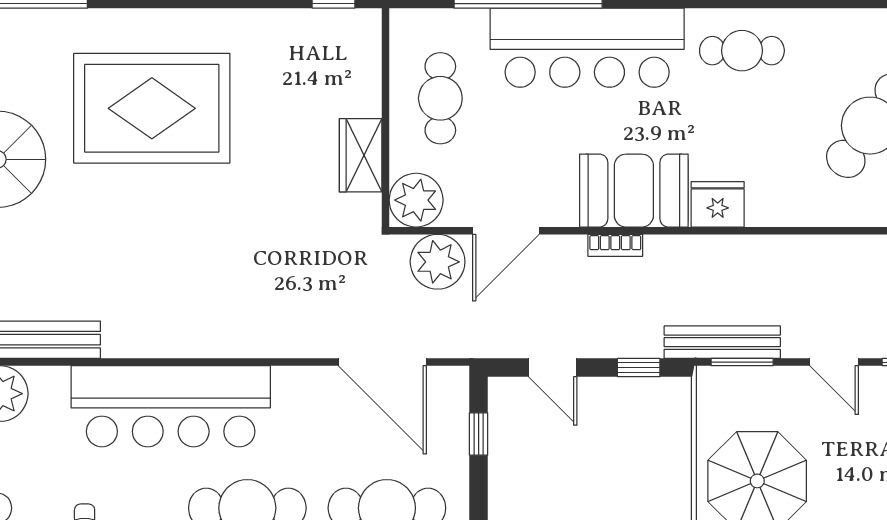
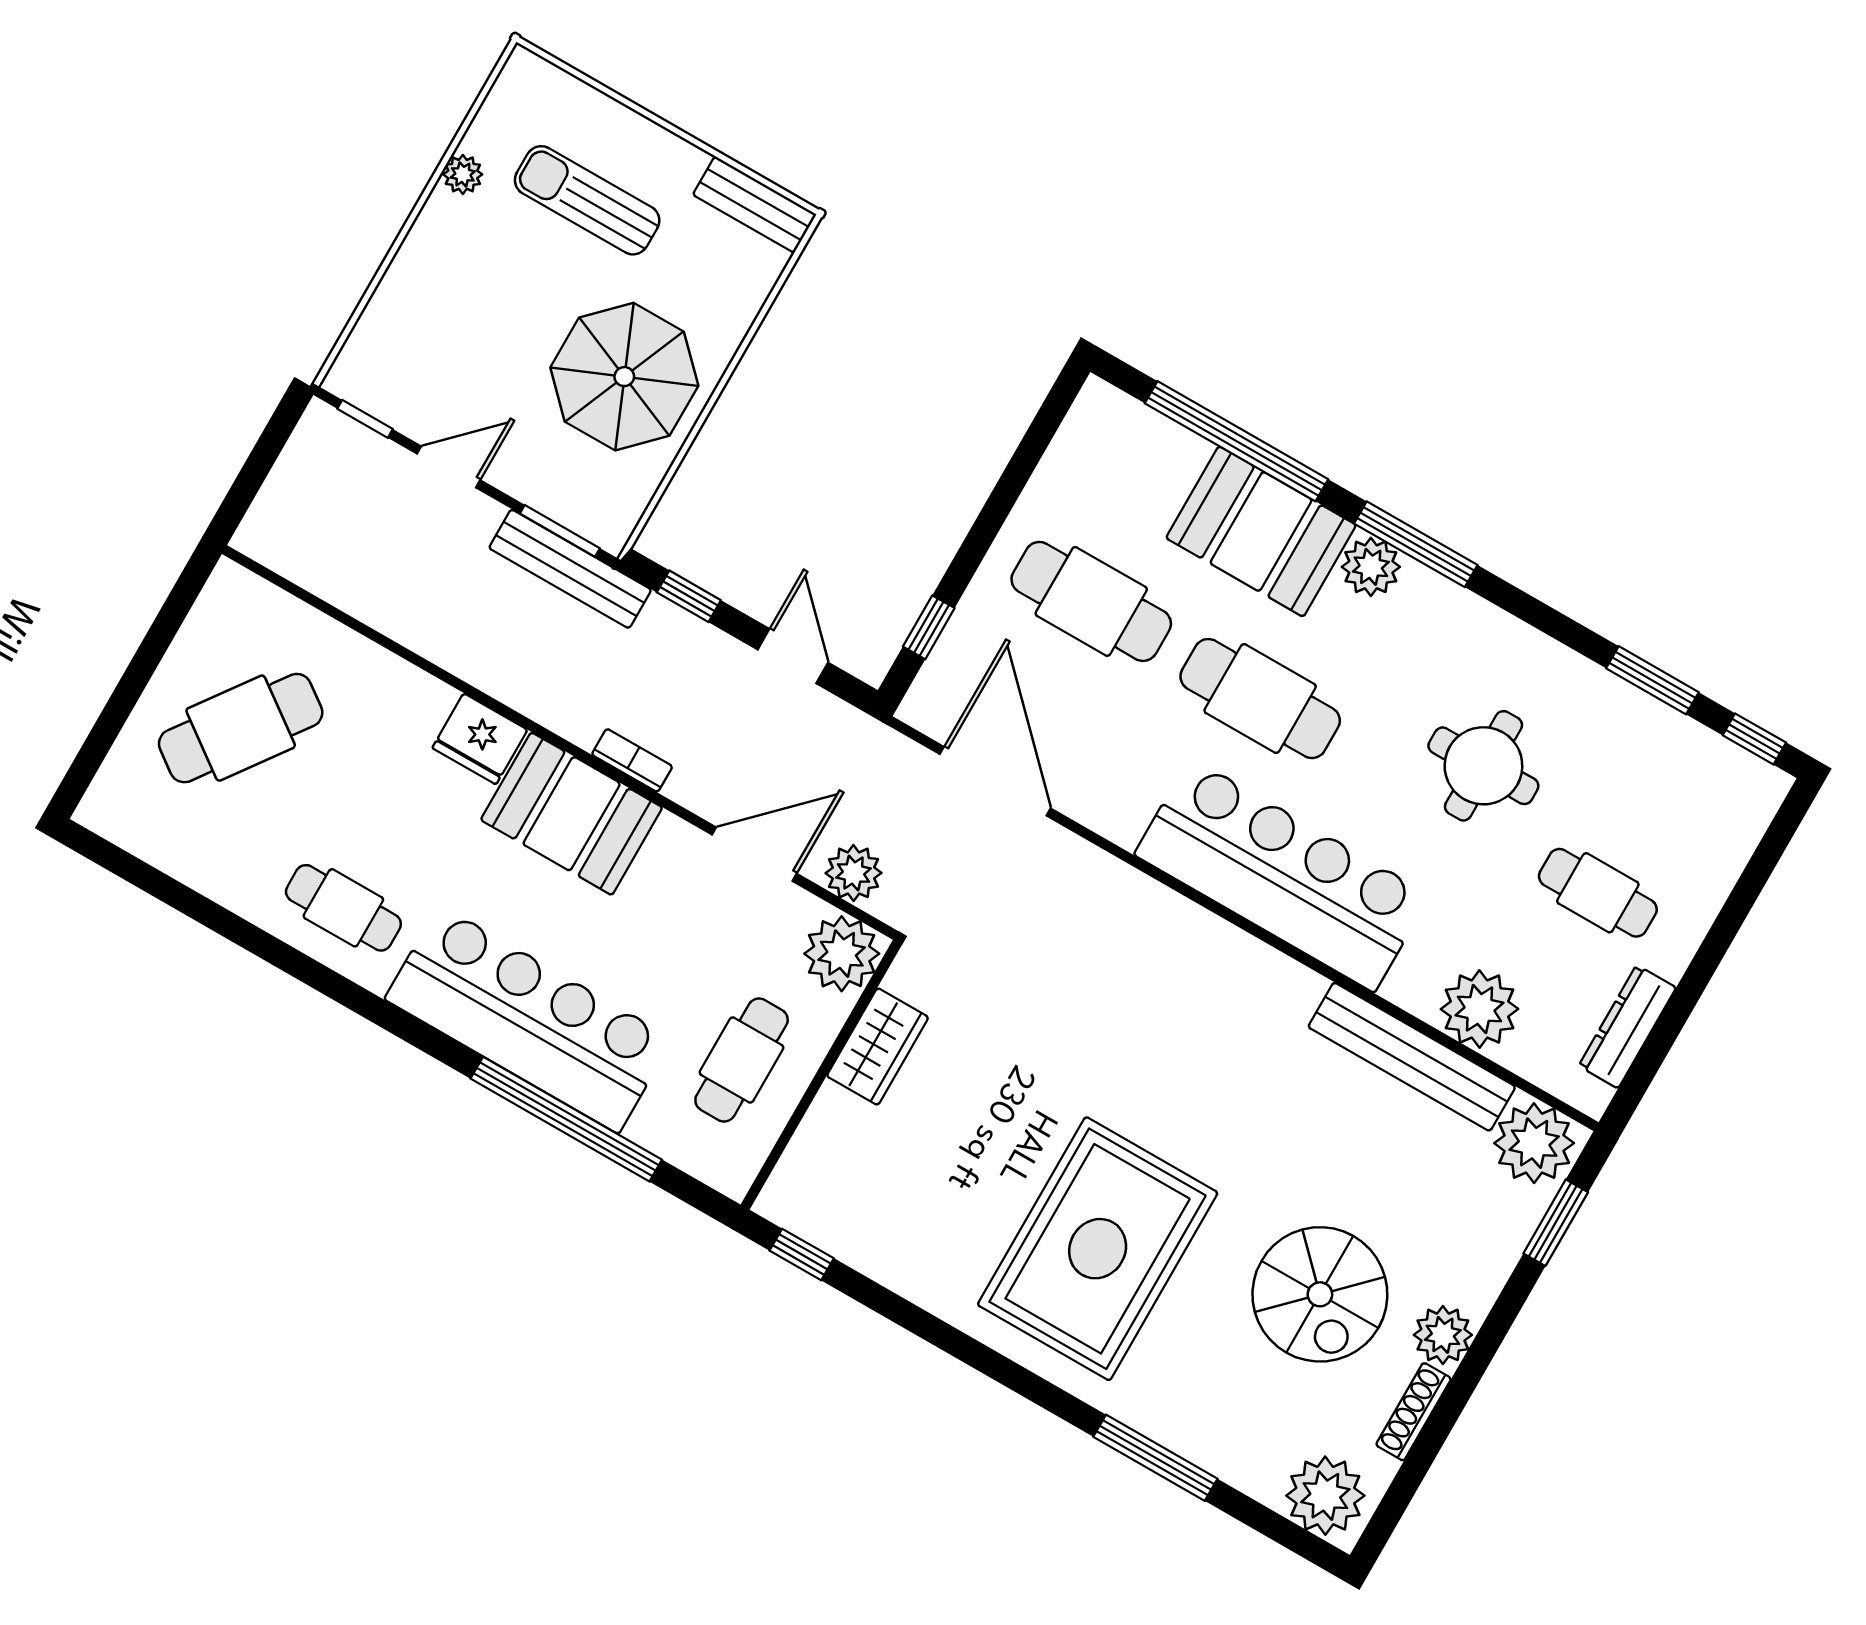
rug: (152, 108) -> (1098, 1249), turned 90
plant: (438, 262) -> (853, 873), width x0.73, depth x0.73
door: (834, 362) -> (449, 467), hinge flipped

